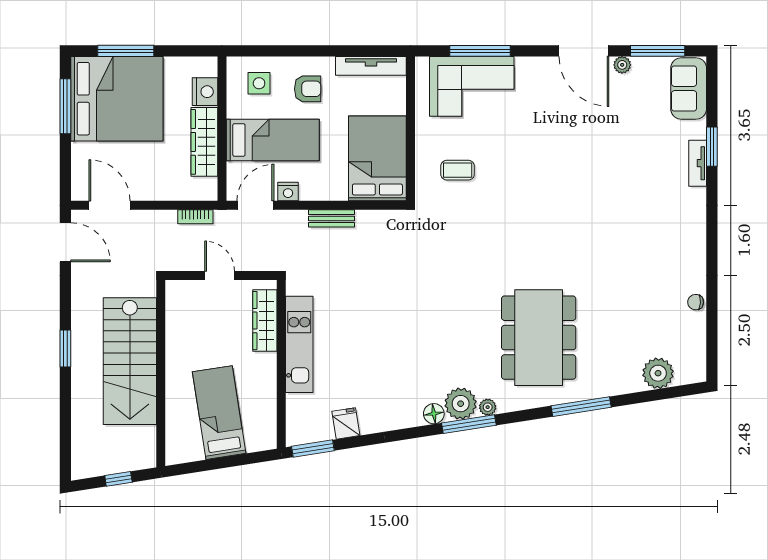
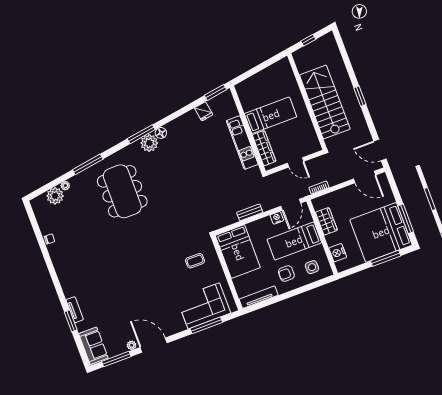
wardrobe: (204, 142) -> (326, 221), width x0.67
plant: (488, 407) -> (65, 186), moved
bed: (219, 413) -> (271, 115), moved, turned -81

